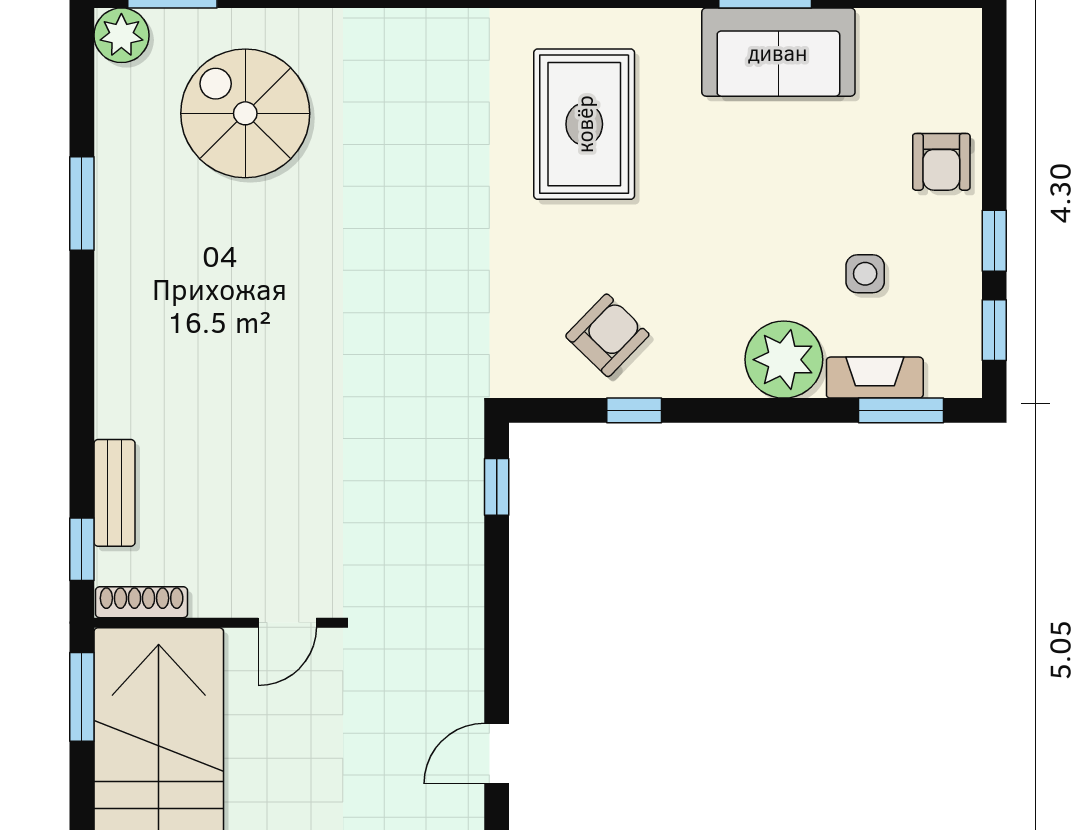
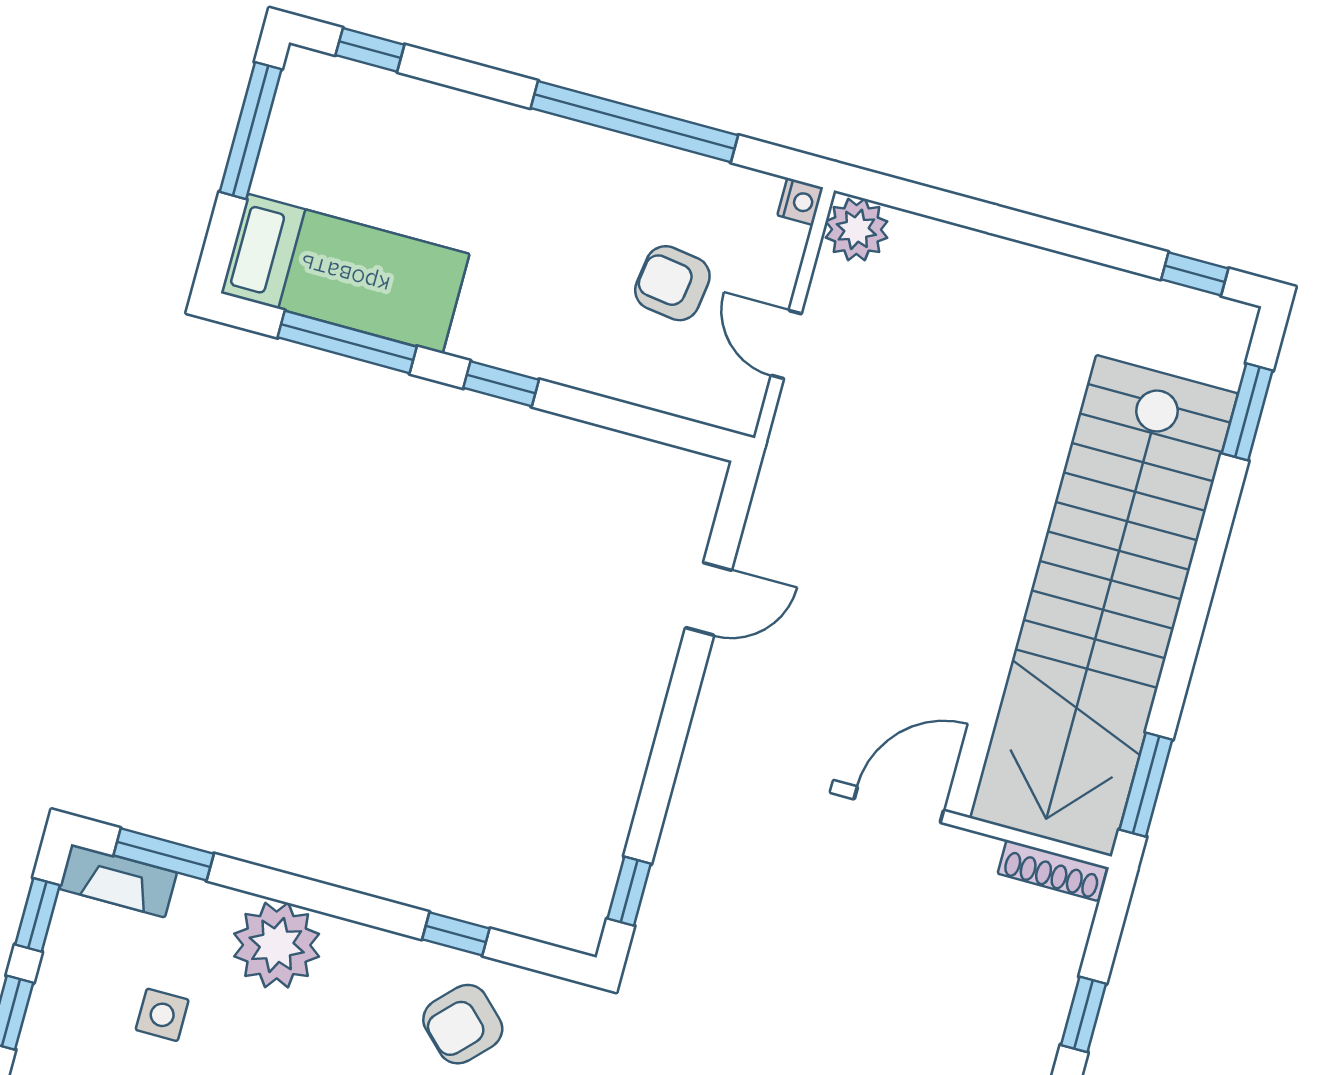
fireplace: (875, 378) -> (118, 881), moved
bench: (114, 493) -> (1049, 998), removed
window: (82, 549) -> (1083, 1014), moved
door: (287, 623) -> (899, 805), width x1.38

